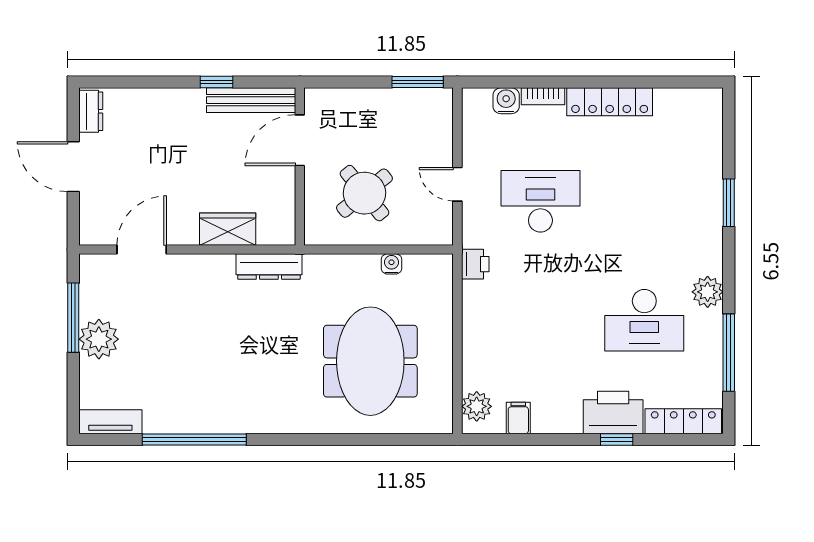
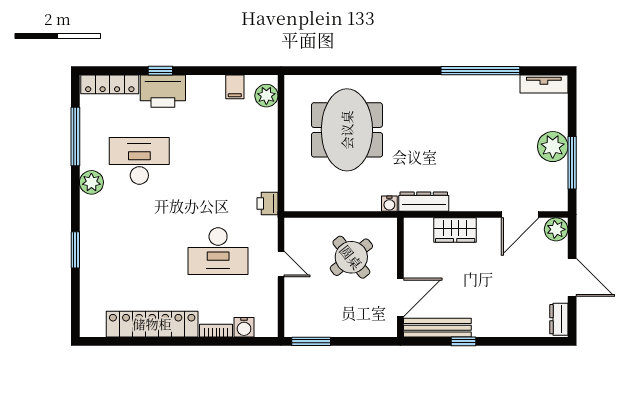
locker: (610, 102) -> (152, 324), width x1.41, depth x1.21
plant: (94, 230) -> (556, 229), added
water cooler: (391, 264) -> (389, 204), moved

